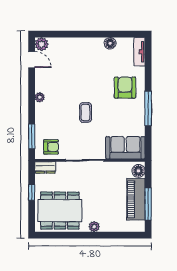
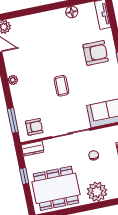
armchair: (125, 88) -> (96, 53), turned 90
chair: (103, 186) -> (94, 155), added
plant: (94, 227) -> (97, 192), width x1.87, depth x1.87

